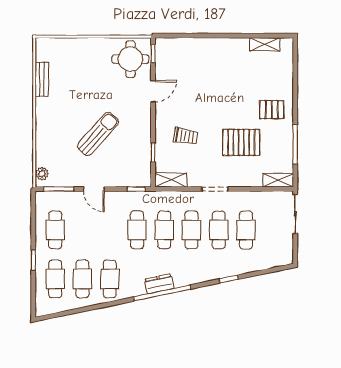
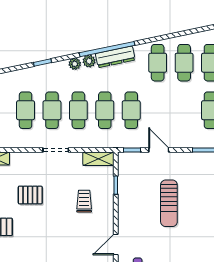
sun lounger: (98, 134) -> (169, 203), turned -42
trolley: (186, 136) -> (84, 201), turned 81
pallet: (241, 142) -> (30, 195), width x0.67, depth x0.71
door: (94, 189) -> (159, 150), moved
plant: (195, 278) -> (75, 64), added
plant: (180, 281) -> (89, 61), added
dresser: (159, 284) -> (115, 57), width x1.44

